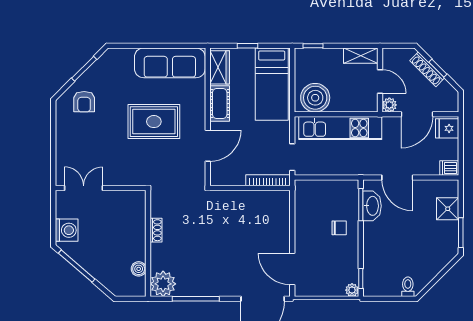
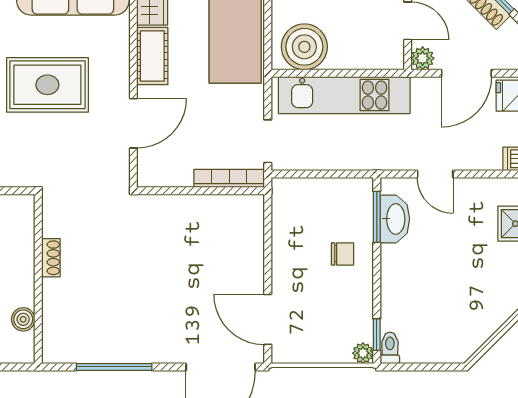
door: (397, 178) -> (435, 174), width x0.73
plant: (163, 284) -> (62, 343), removed
toilet: (408, 287) -> (390, 348), moved

